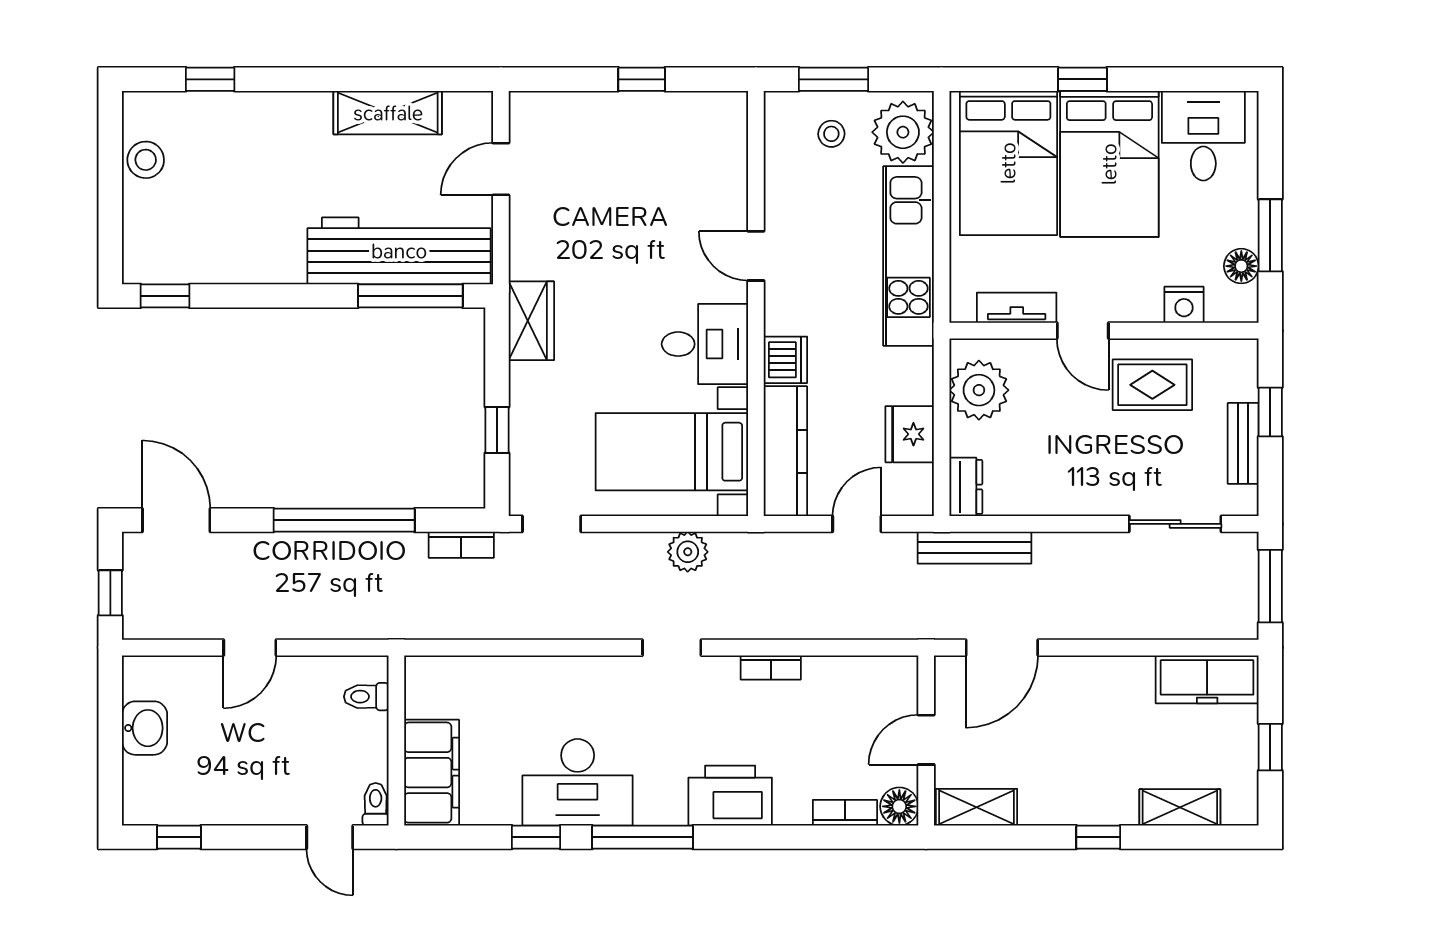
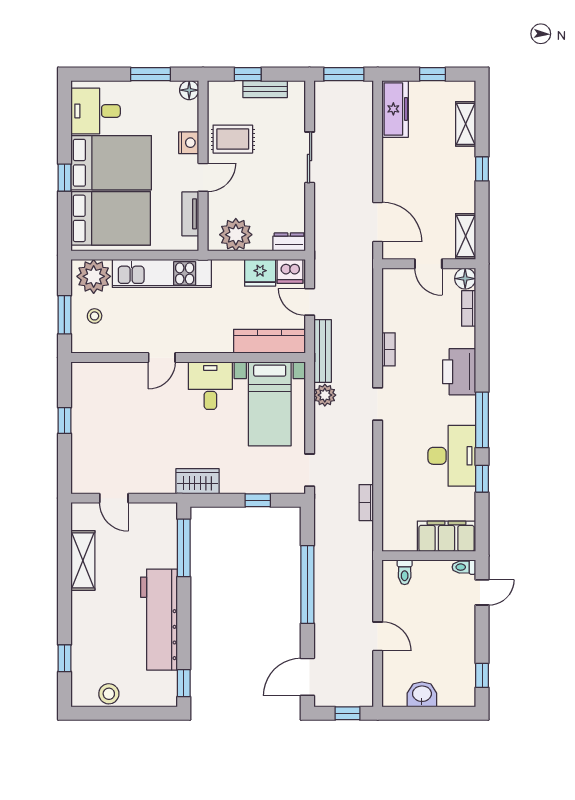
workbench: (399, 251) -> (159, 620), moved
floor lamp: (1241, 266) -> (189, 90), moved
nightstand: (1184, 305) -> (189, 143), moved
dishwasher: (785, 360) -> (290, 271), moved, turned 180
rug: (1152, 385) -> (233, 139), turned 90
sliding door: (1175, 524) -> (310, 157), moved
bookcase: (461, 545) -> (366, 503), moved, turned 180
bench: (975, 548) -> (323, 351), moved

